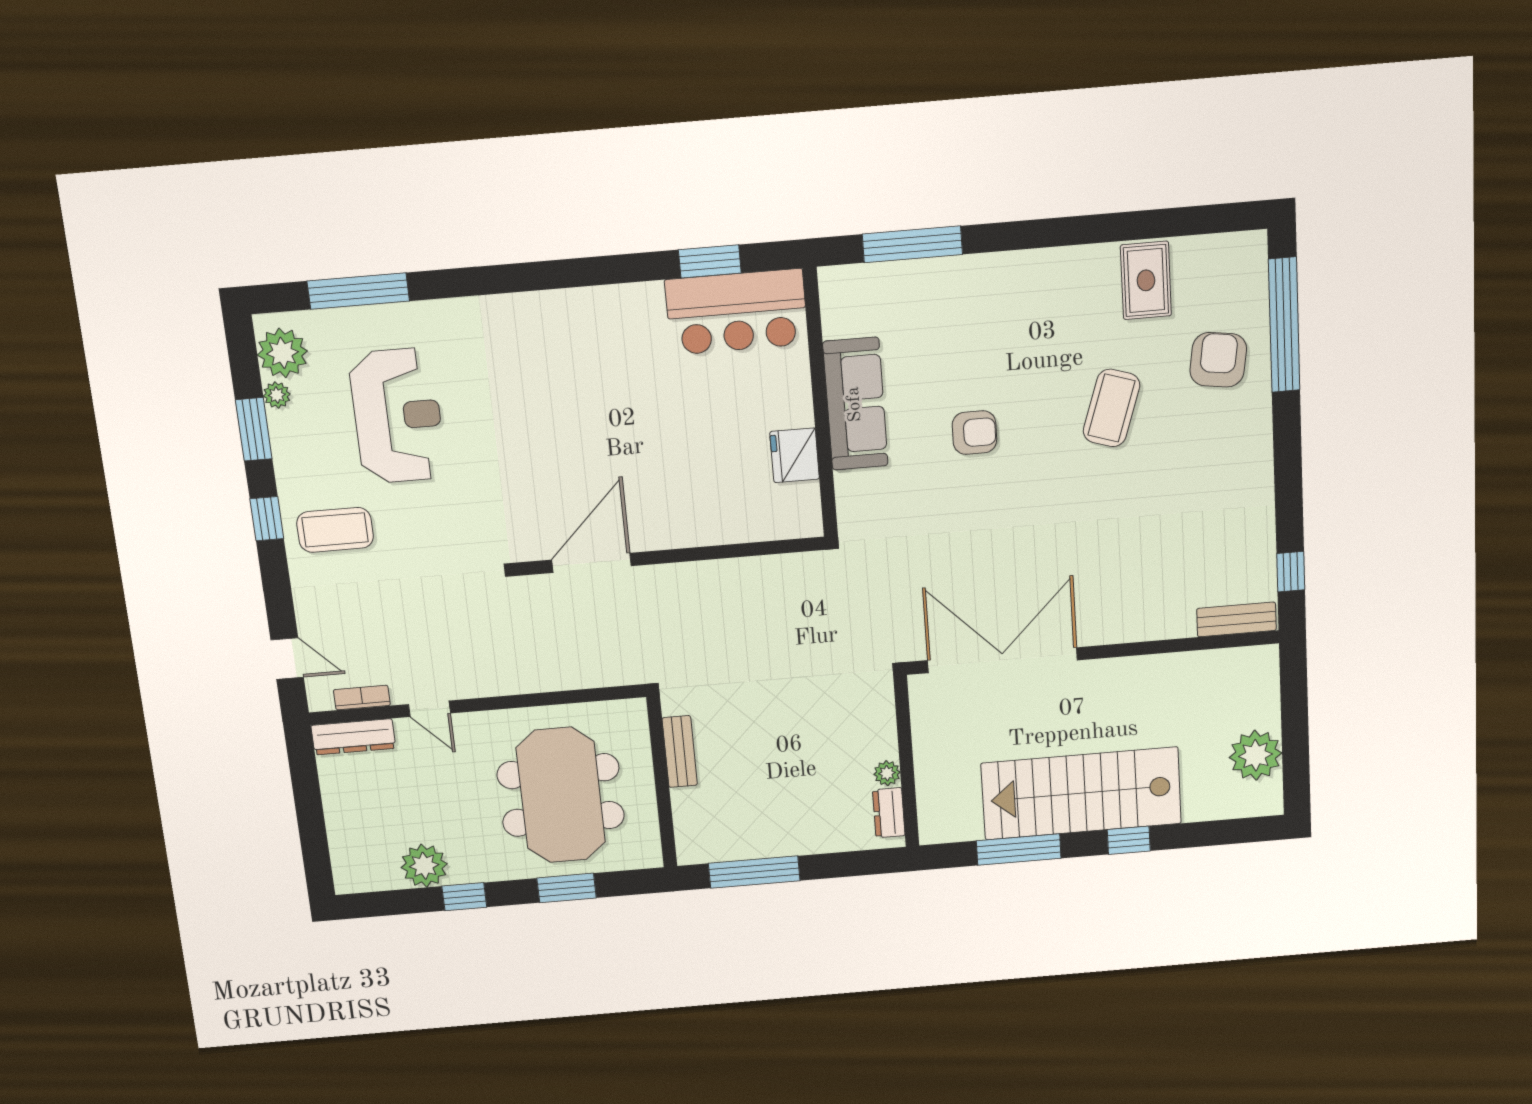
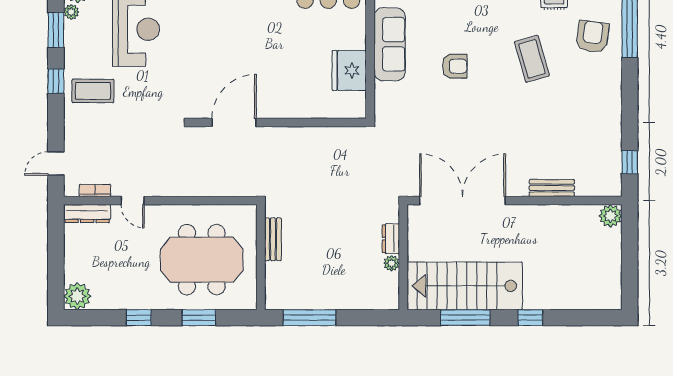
coffee table: (1111, 408) -> (532, 59), turned -34
fridge: (795, 455) -> (349, 70), width x1.36, depth x1.34
bench: (1236, 620) -> (552, 188), moved
door: (287, 659) -> (56, 163), swing flipped
plant: (1256, 755) -> (610, 216), moved, width x0.73, depth x0.73
stairs: (1081, 793) -> (465, 286), moved
meeting table: (561, 795) -> (202, 260), turned 90
dresser: (889, 813) -> (391, 239), moved
plant: (424, 866) -> (77, 296), moved

